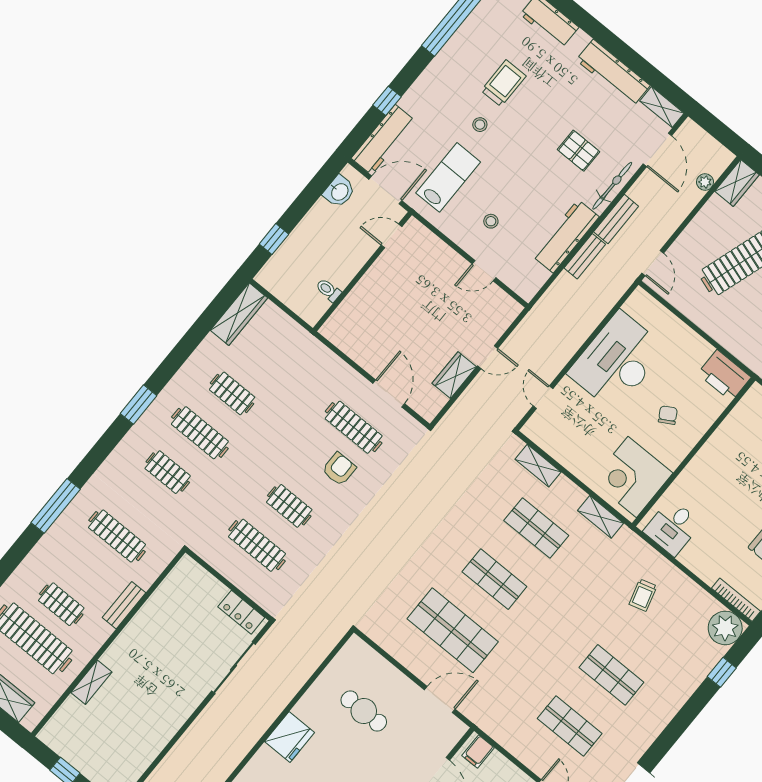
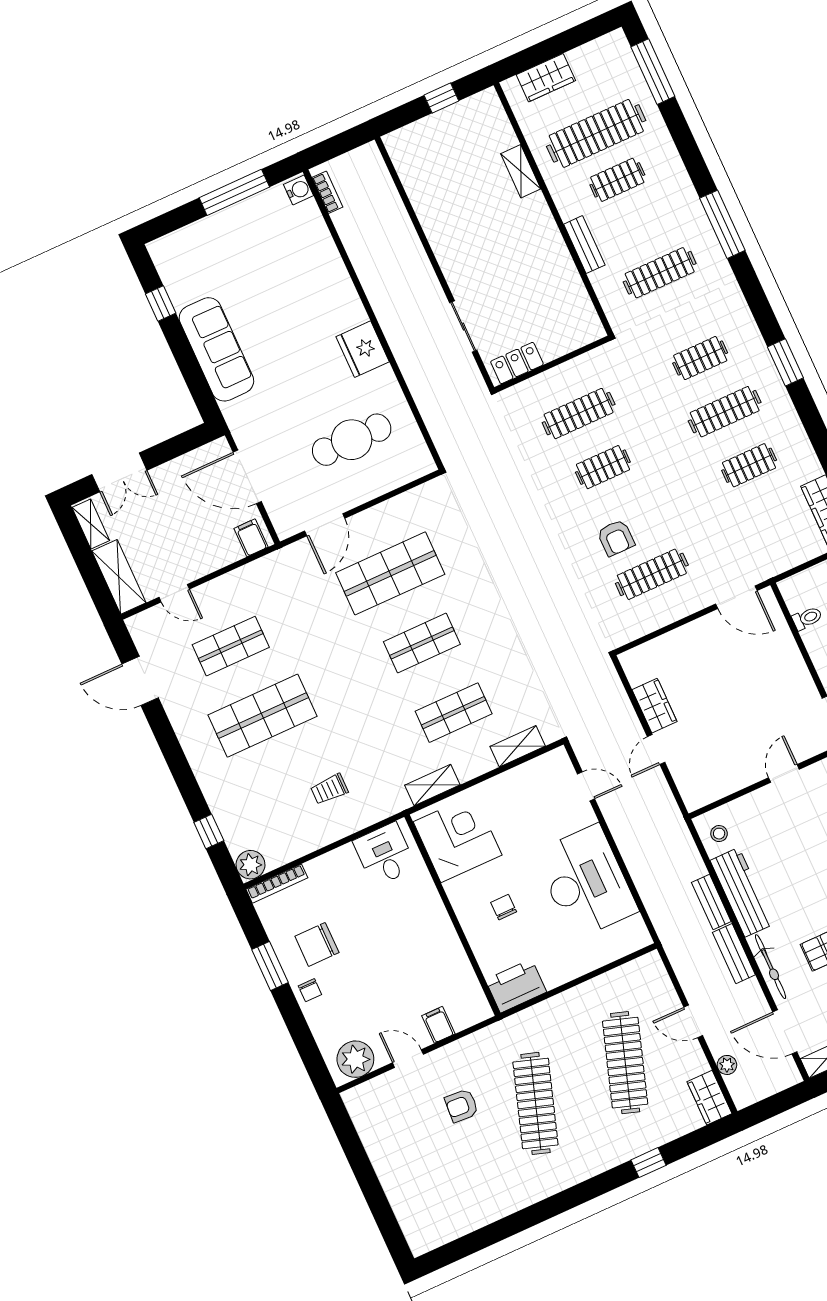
stool: (491, 221) -> (719, 834), moved
door: (653, 263) -> (693, 1021), moved
door: (484, 271) -> (784, 773), moved
door: (389, 394) -> (736, 597), moved
chair: (668, 415) -> (504, 907), turned -150
trolley: (643, 595) -> (329, 789), turned -74
plant: (725, 628) -> (251, 865), width x0.73, depth x0.73
sliding door: (234, 668) -> (463, 327), width x0.73
shop shelf: (611, 675) -> (262, 716), width x1.43, depth x1.36
cafe table: (364, 711) -> (352, 440), width x1.37, depth x1.35

